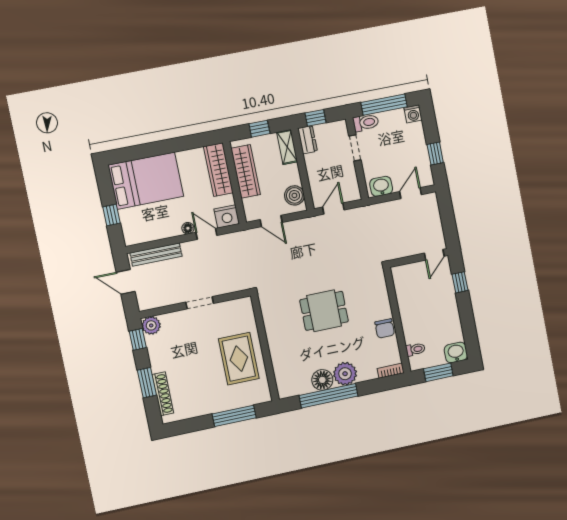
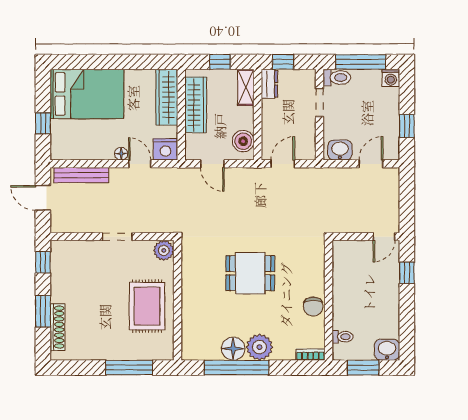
plant: (151, 325) -> (164, 250), moved

